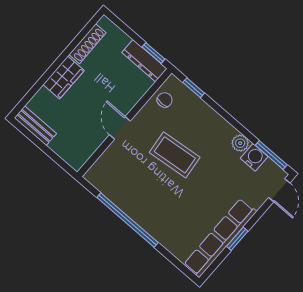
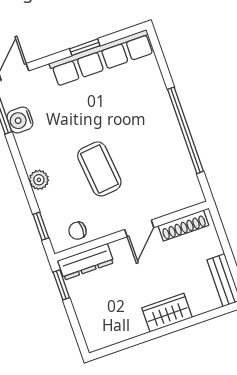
shoe rack: (87, 44) -> (183, 225), moved, turned 180
dresser: (144, 61) -> (86, 262), moved, turned 90
plant: (240, 143) -> (39, 180), moved

